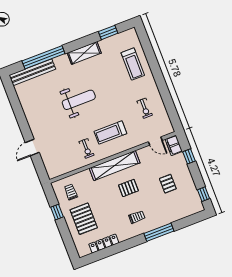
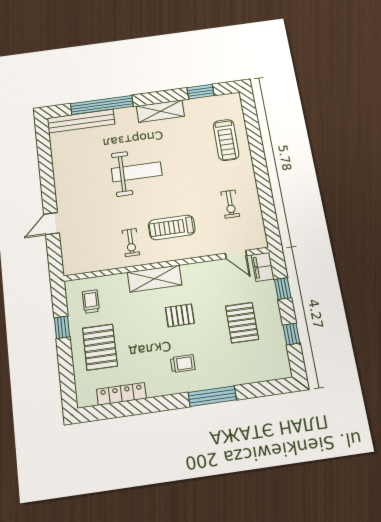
shelving: (115, 166) -> (155, 279), width x0.68
pallet: (168, 184) -> (242, 323), width x1.50, depth x1.42
window: (204, 194) -> (291, 334), moved

